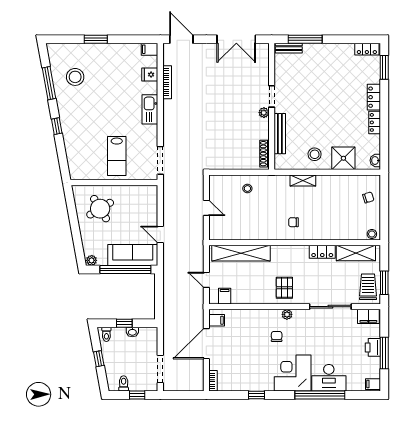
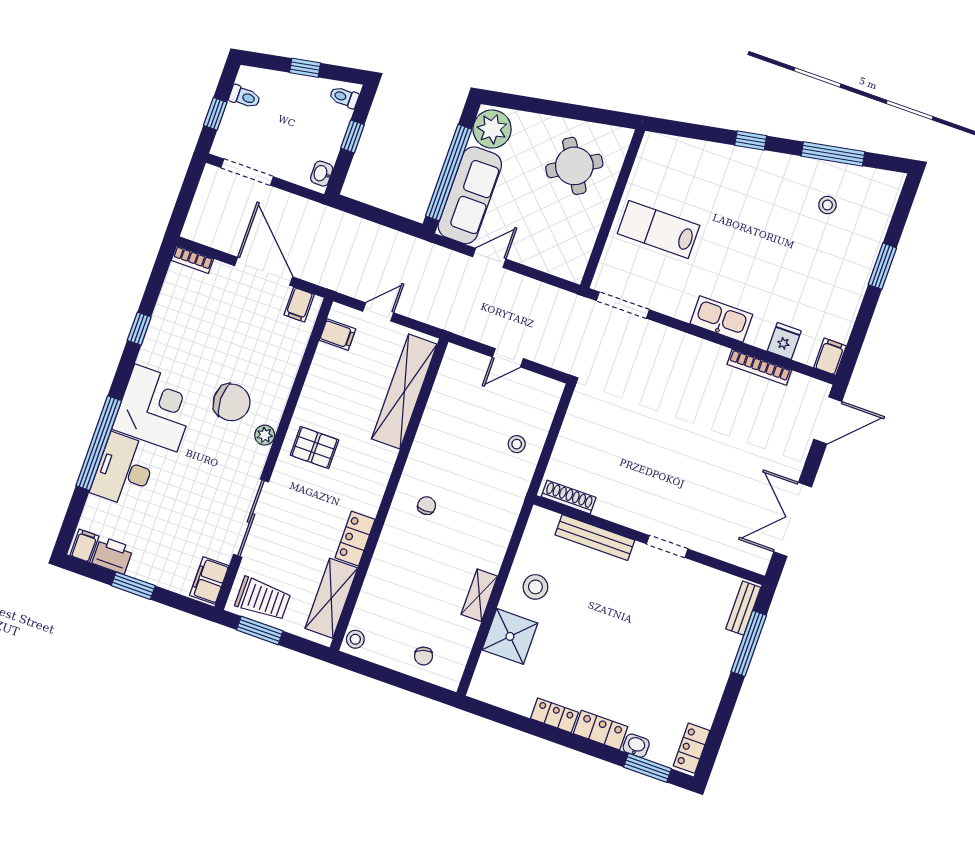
stool: (75, 77) -> (827, 205), width x0.53, depth x0.53
plant: (264, 113) -> (643, 522), removed
washbasin: (375, 160) -> (636, 746), moved
shelving: (303, 181) -> (479, 595), moved
plant: (92, 260) -> (492, 129), width x1.88, depth x1.88
washbasin: (132, 332) -> (322, 174), moved
chair: (277, 336) -> (232, 402), width x1.87, depth x1.87
printer: (373, 347) -> (113, 555), moved
window: (384, 353) -> (133, 586), width x0.69

